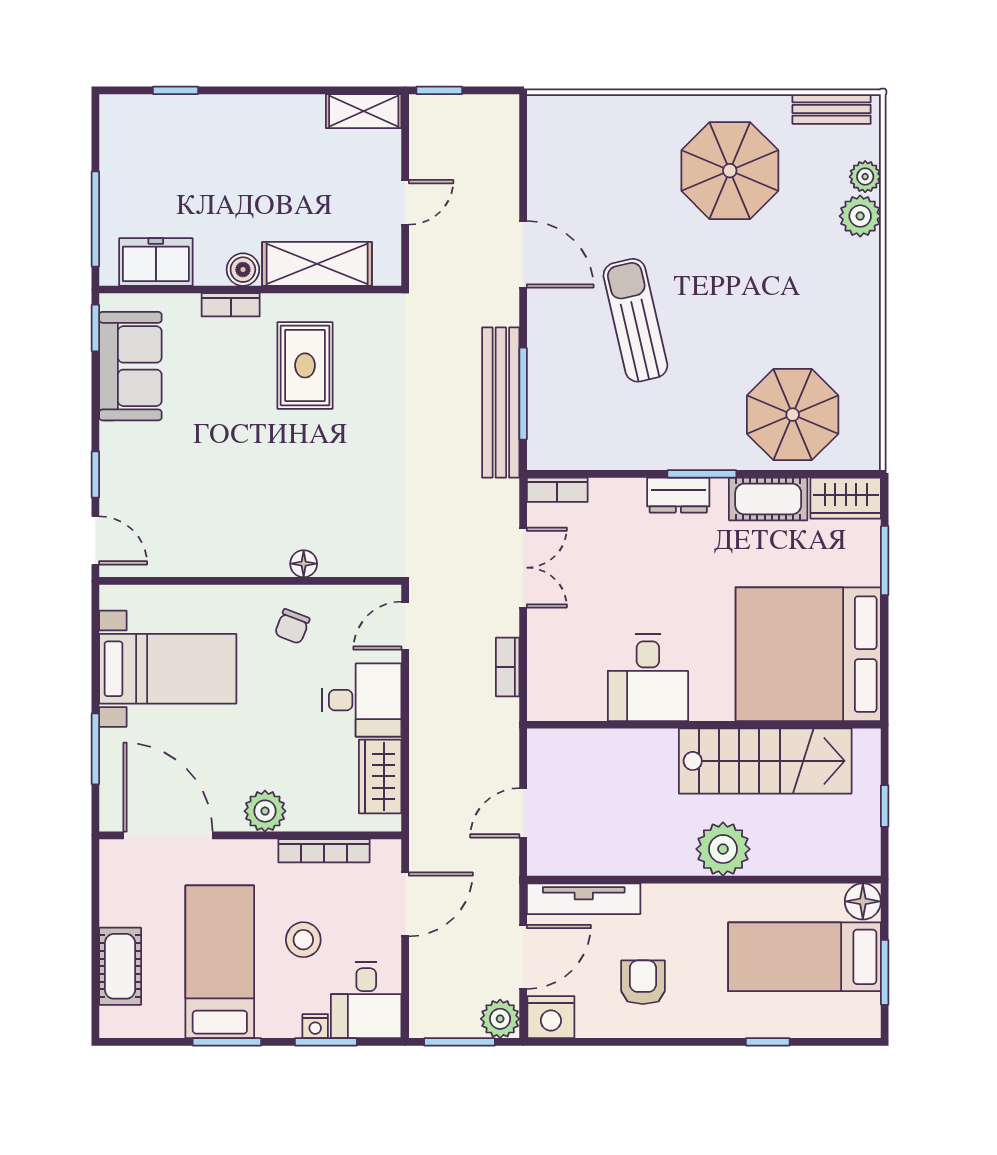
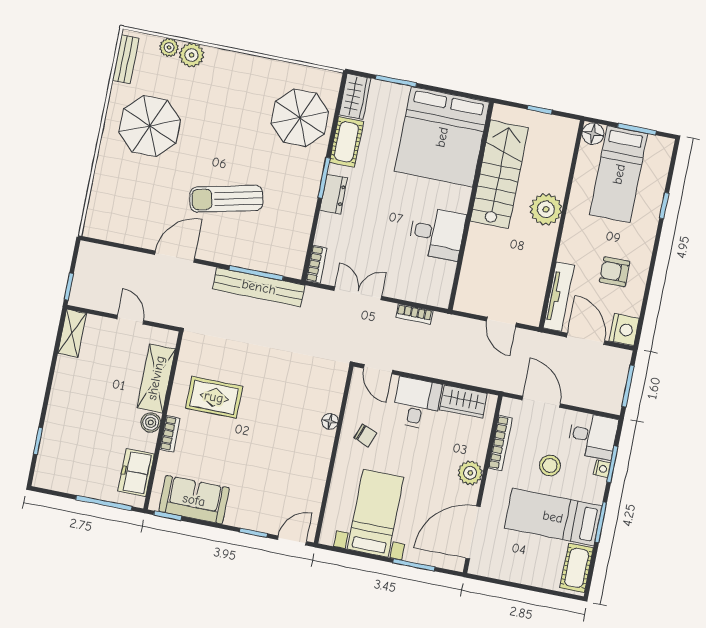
cot: (120, 966) -> (577, 568), moved, turned 90
plant: (500, 1019) -> (619, 360), removed

